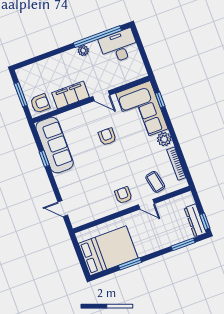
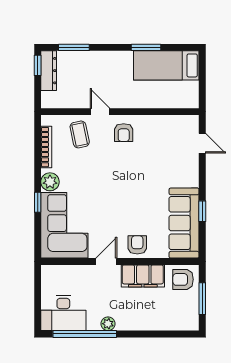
door: (101, 96) -> (106, 262), hinge flipped
window: (160, 100) -> (38, 202), moved
armchair: (107, 137) -> (137, 245), moved, turned 180
bed: (108, 251) -> (166, 65), width x0.67

